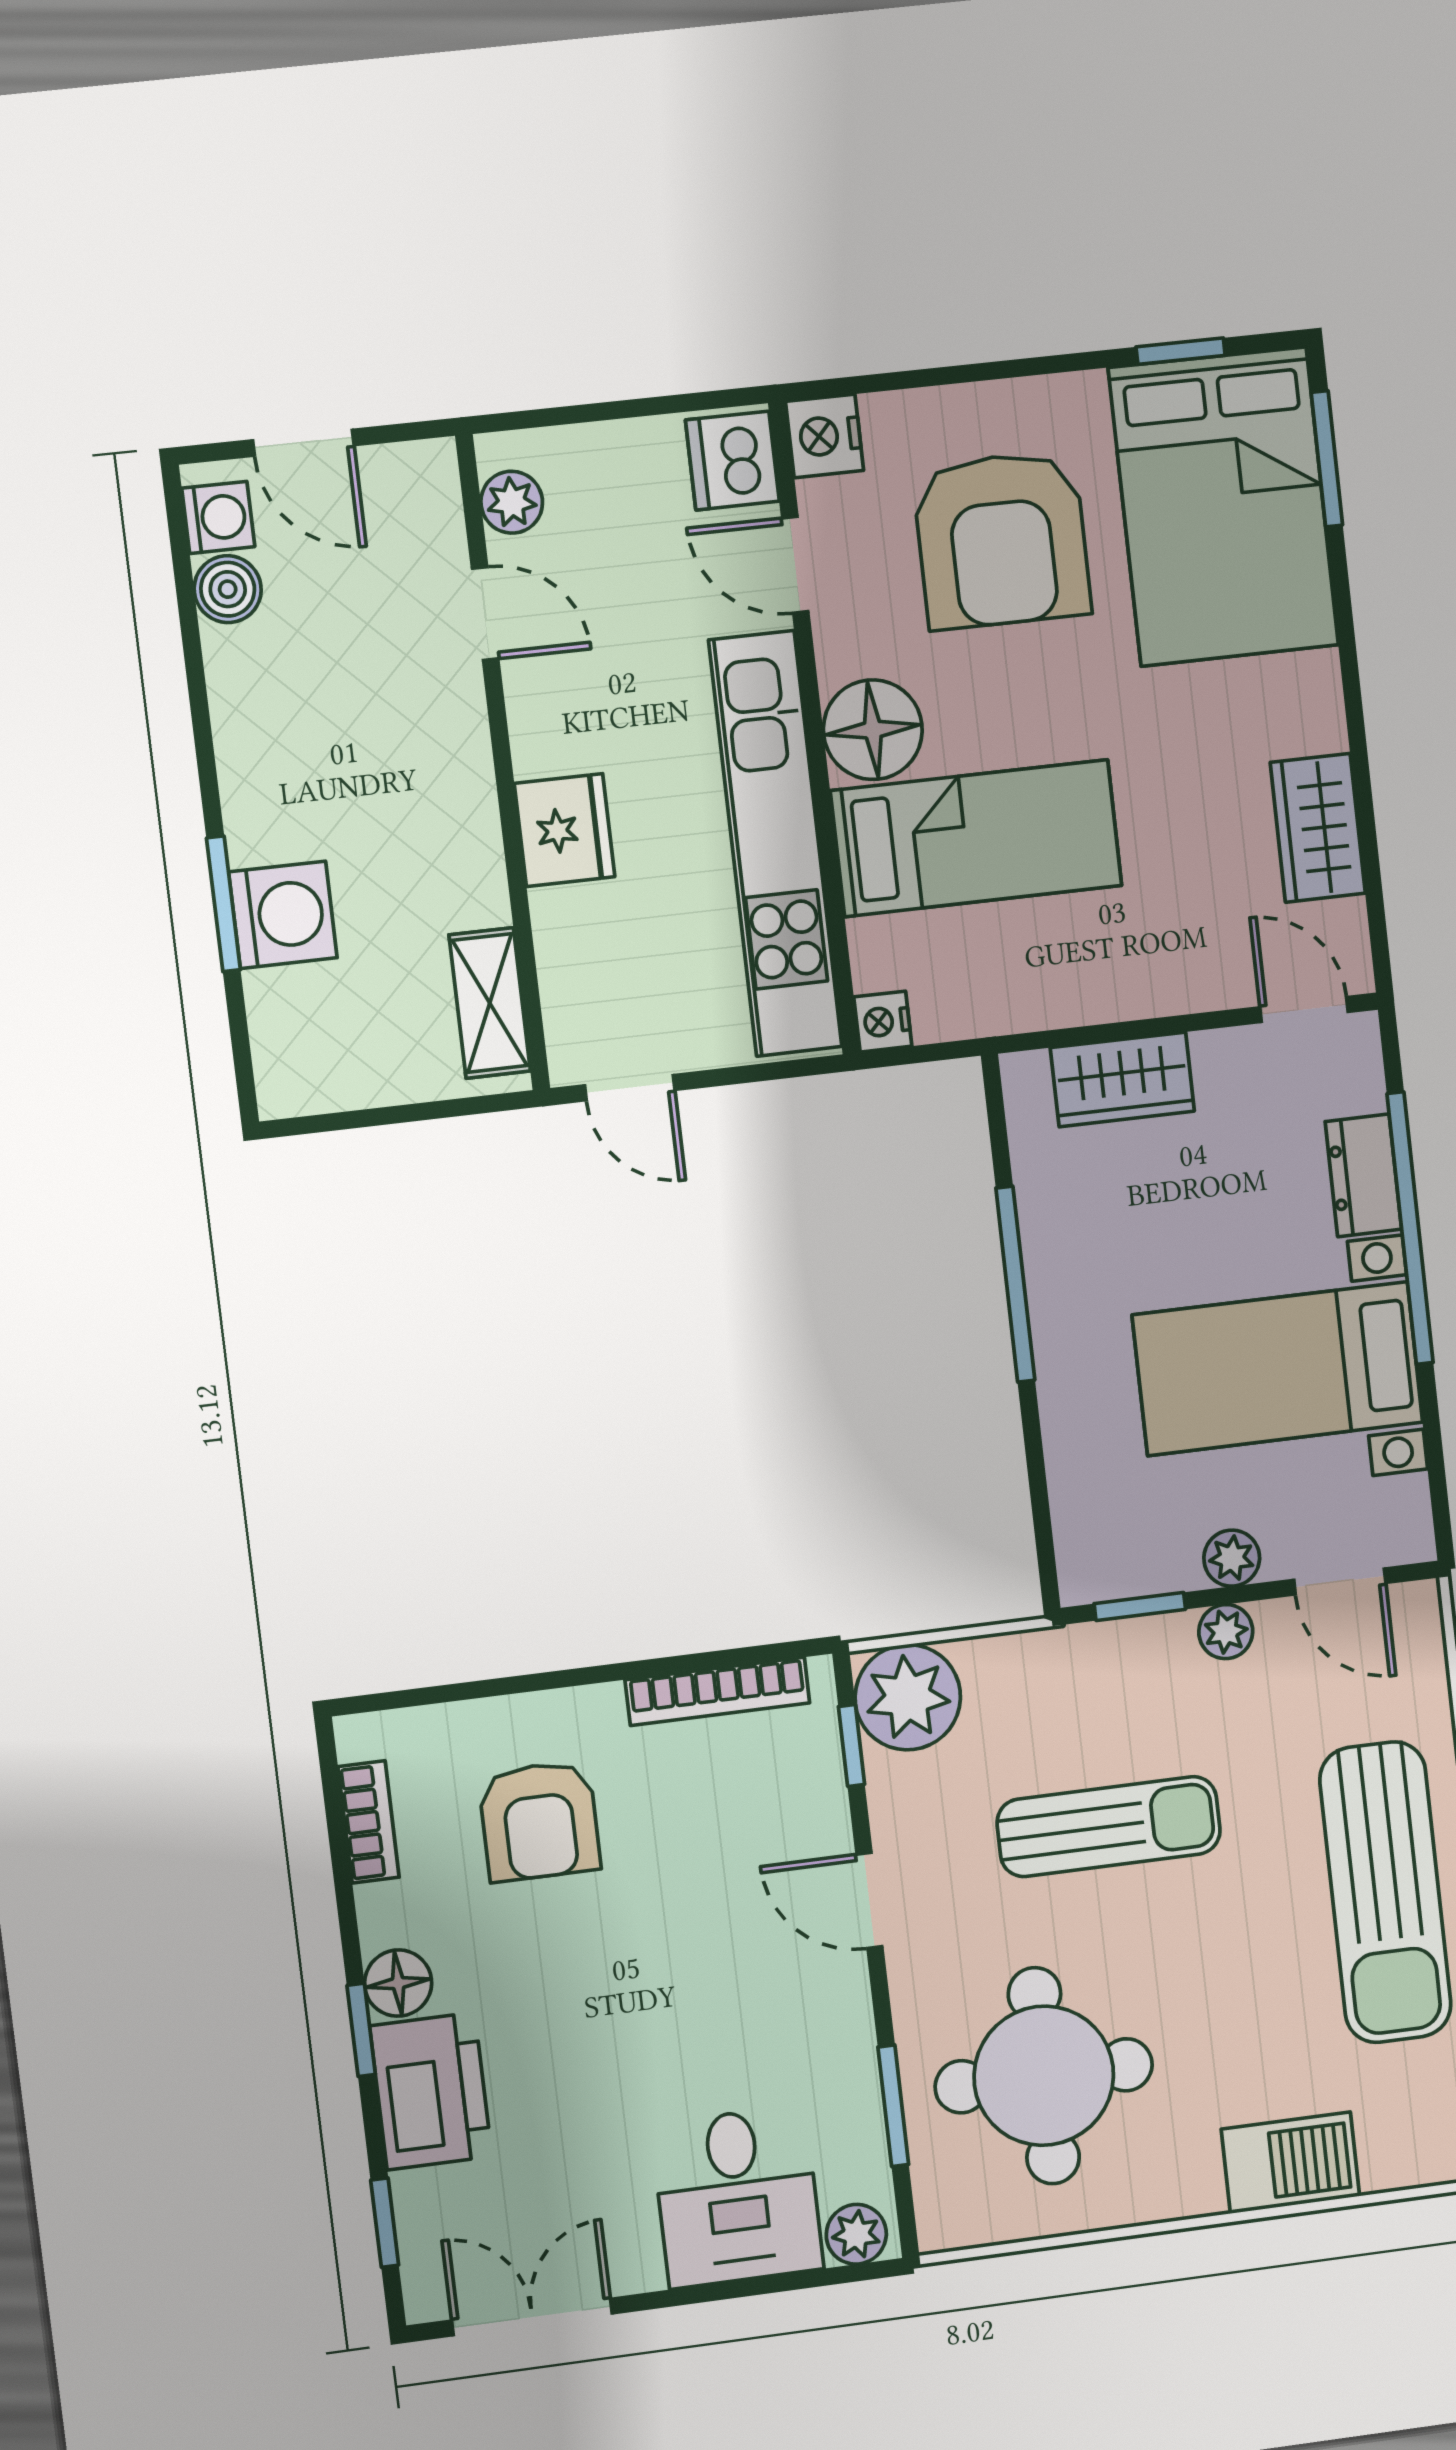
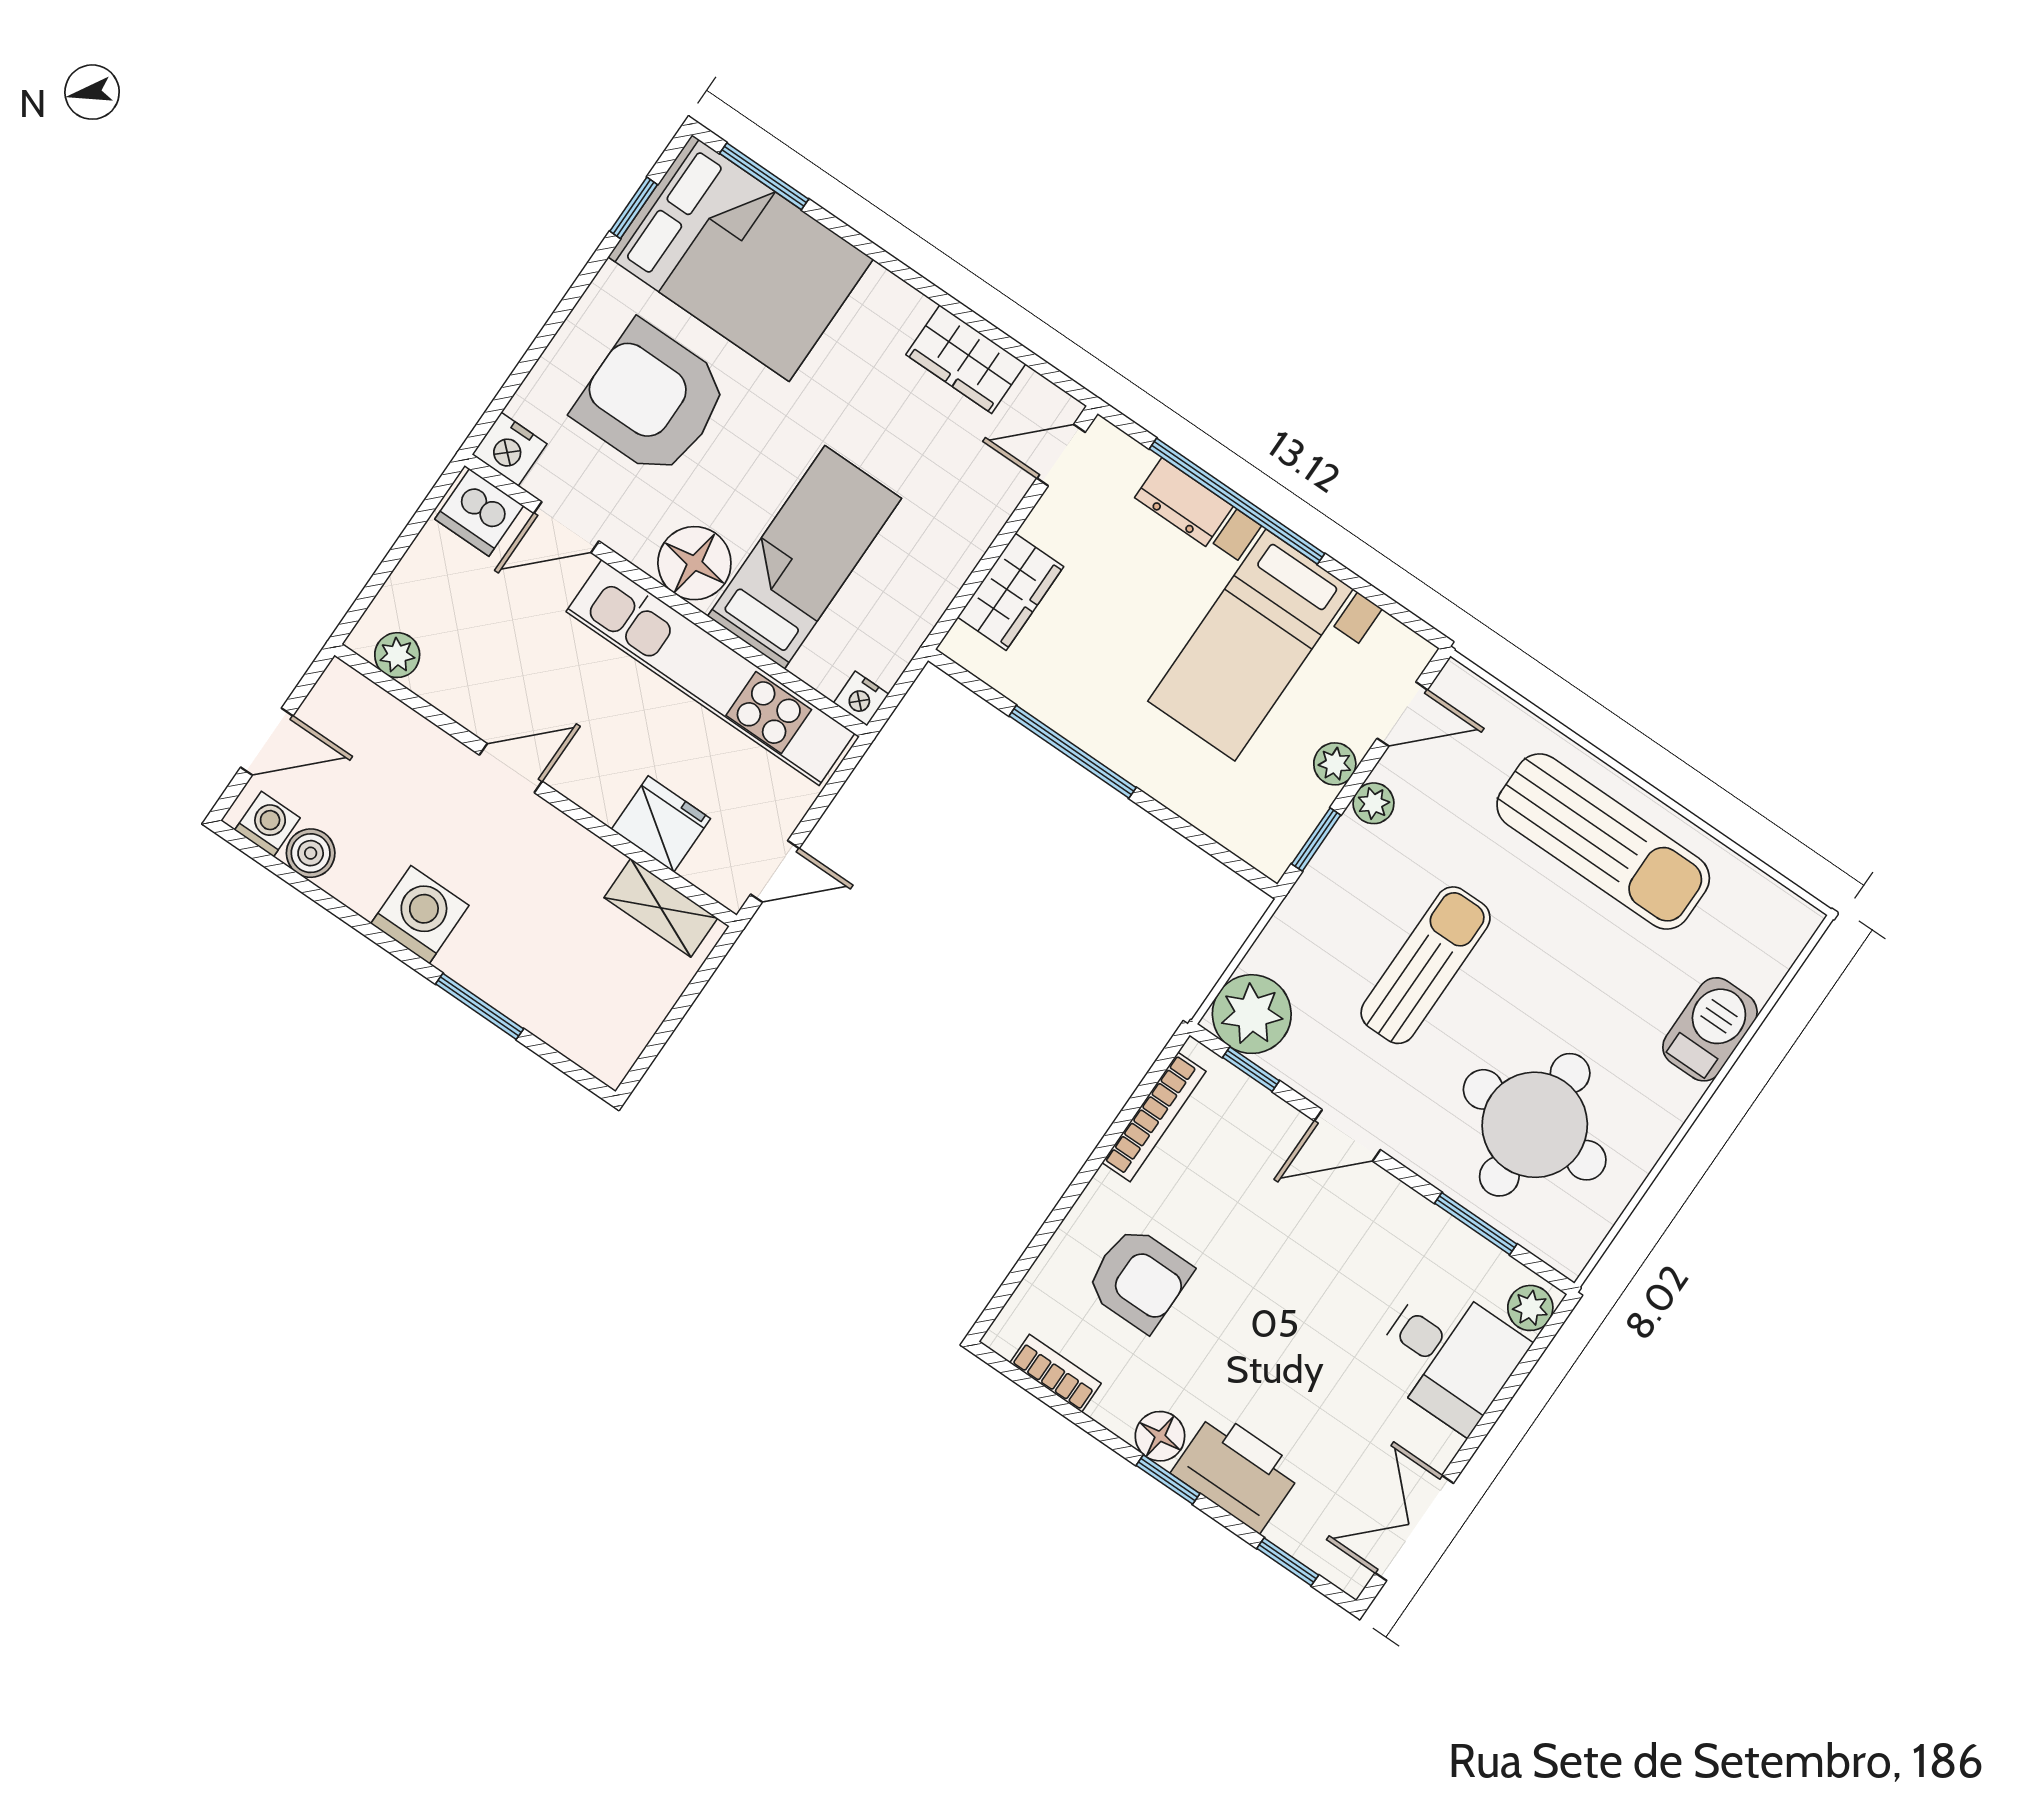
armchair: (1002, 540) -> (652, 399), turned 180
door: (485, 614) -> (511, 768), moved
fridge: (564, 830) -> (661, 824), moved
washing machine: (283, 915) -> (420, 915), moved

